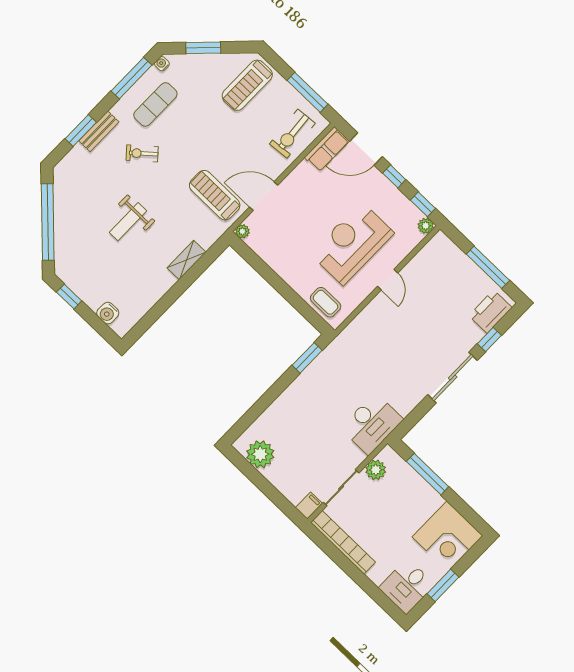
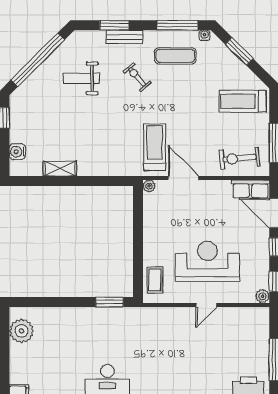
weight bench: (128, 222) -> (81, 78), moved
shelving: (187, 260) -> (60, 169), moved

